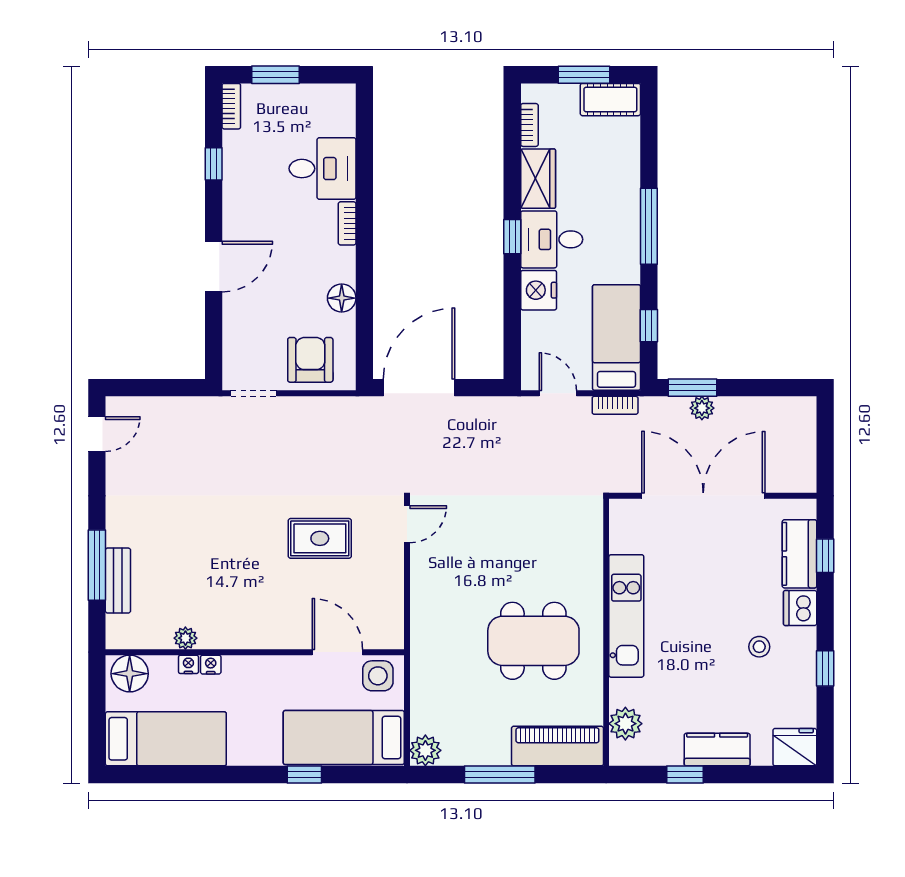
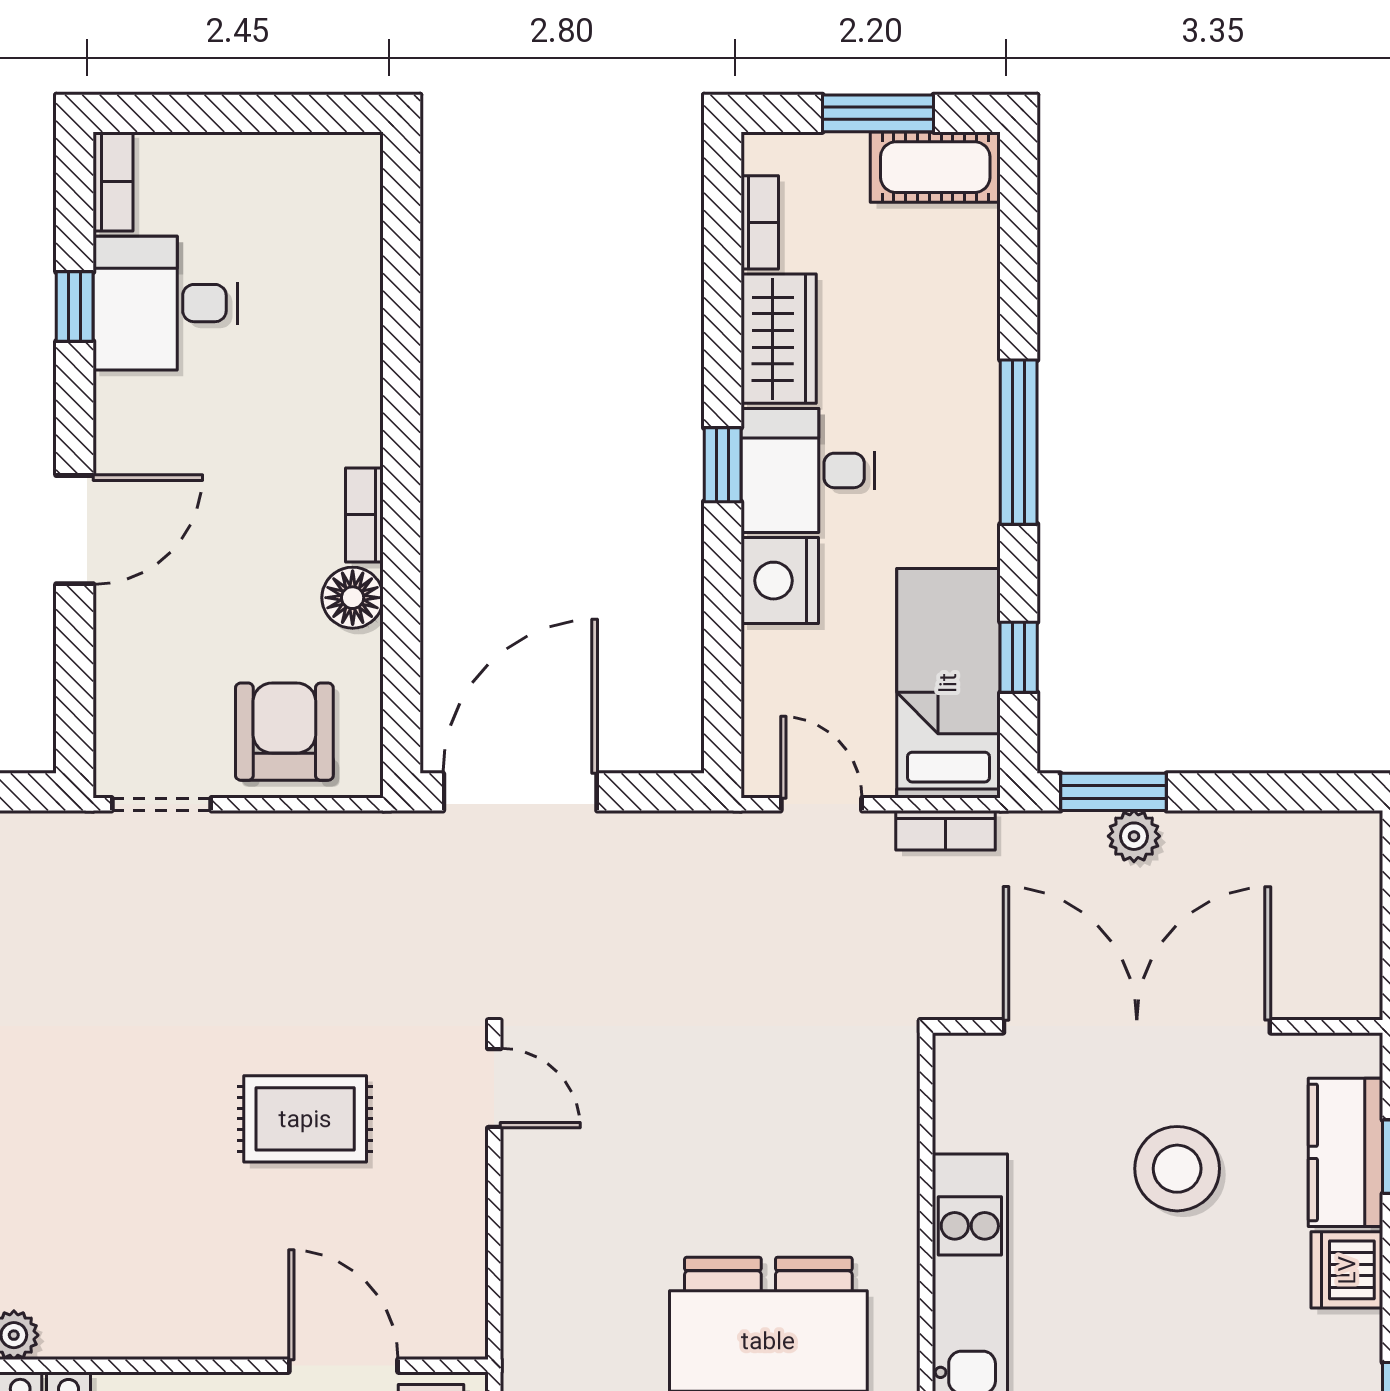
window: (276, 75) -> (209, 113), removed
desk: (323, 169) -> (165, 303), moved, turned 180
bookcase: (347, 223) -> (364, 515), moved
door: (407, 524) -> (494, 1088), hinge flipped
stool: (759, 647) -> (1177, 1169), moved, width x1.89, depth x1.89

